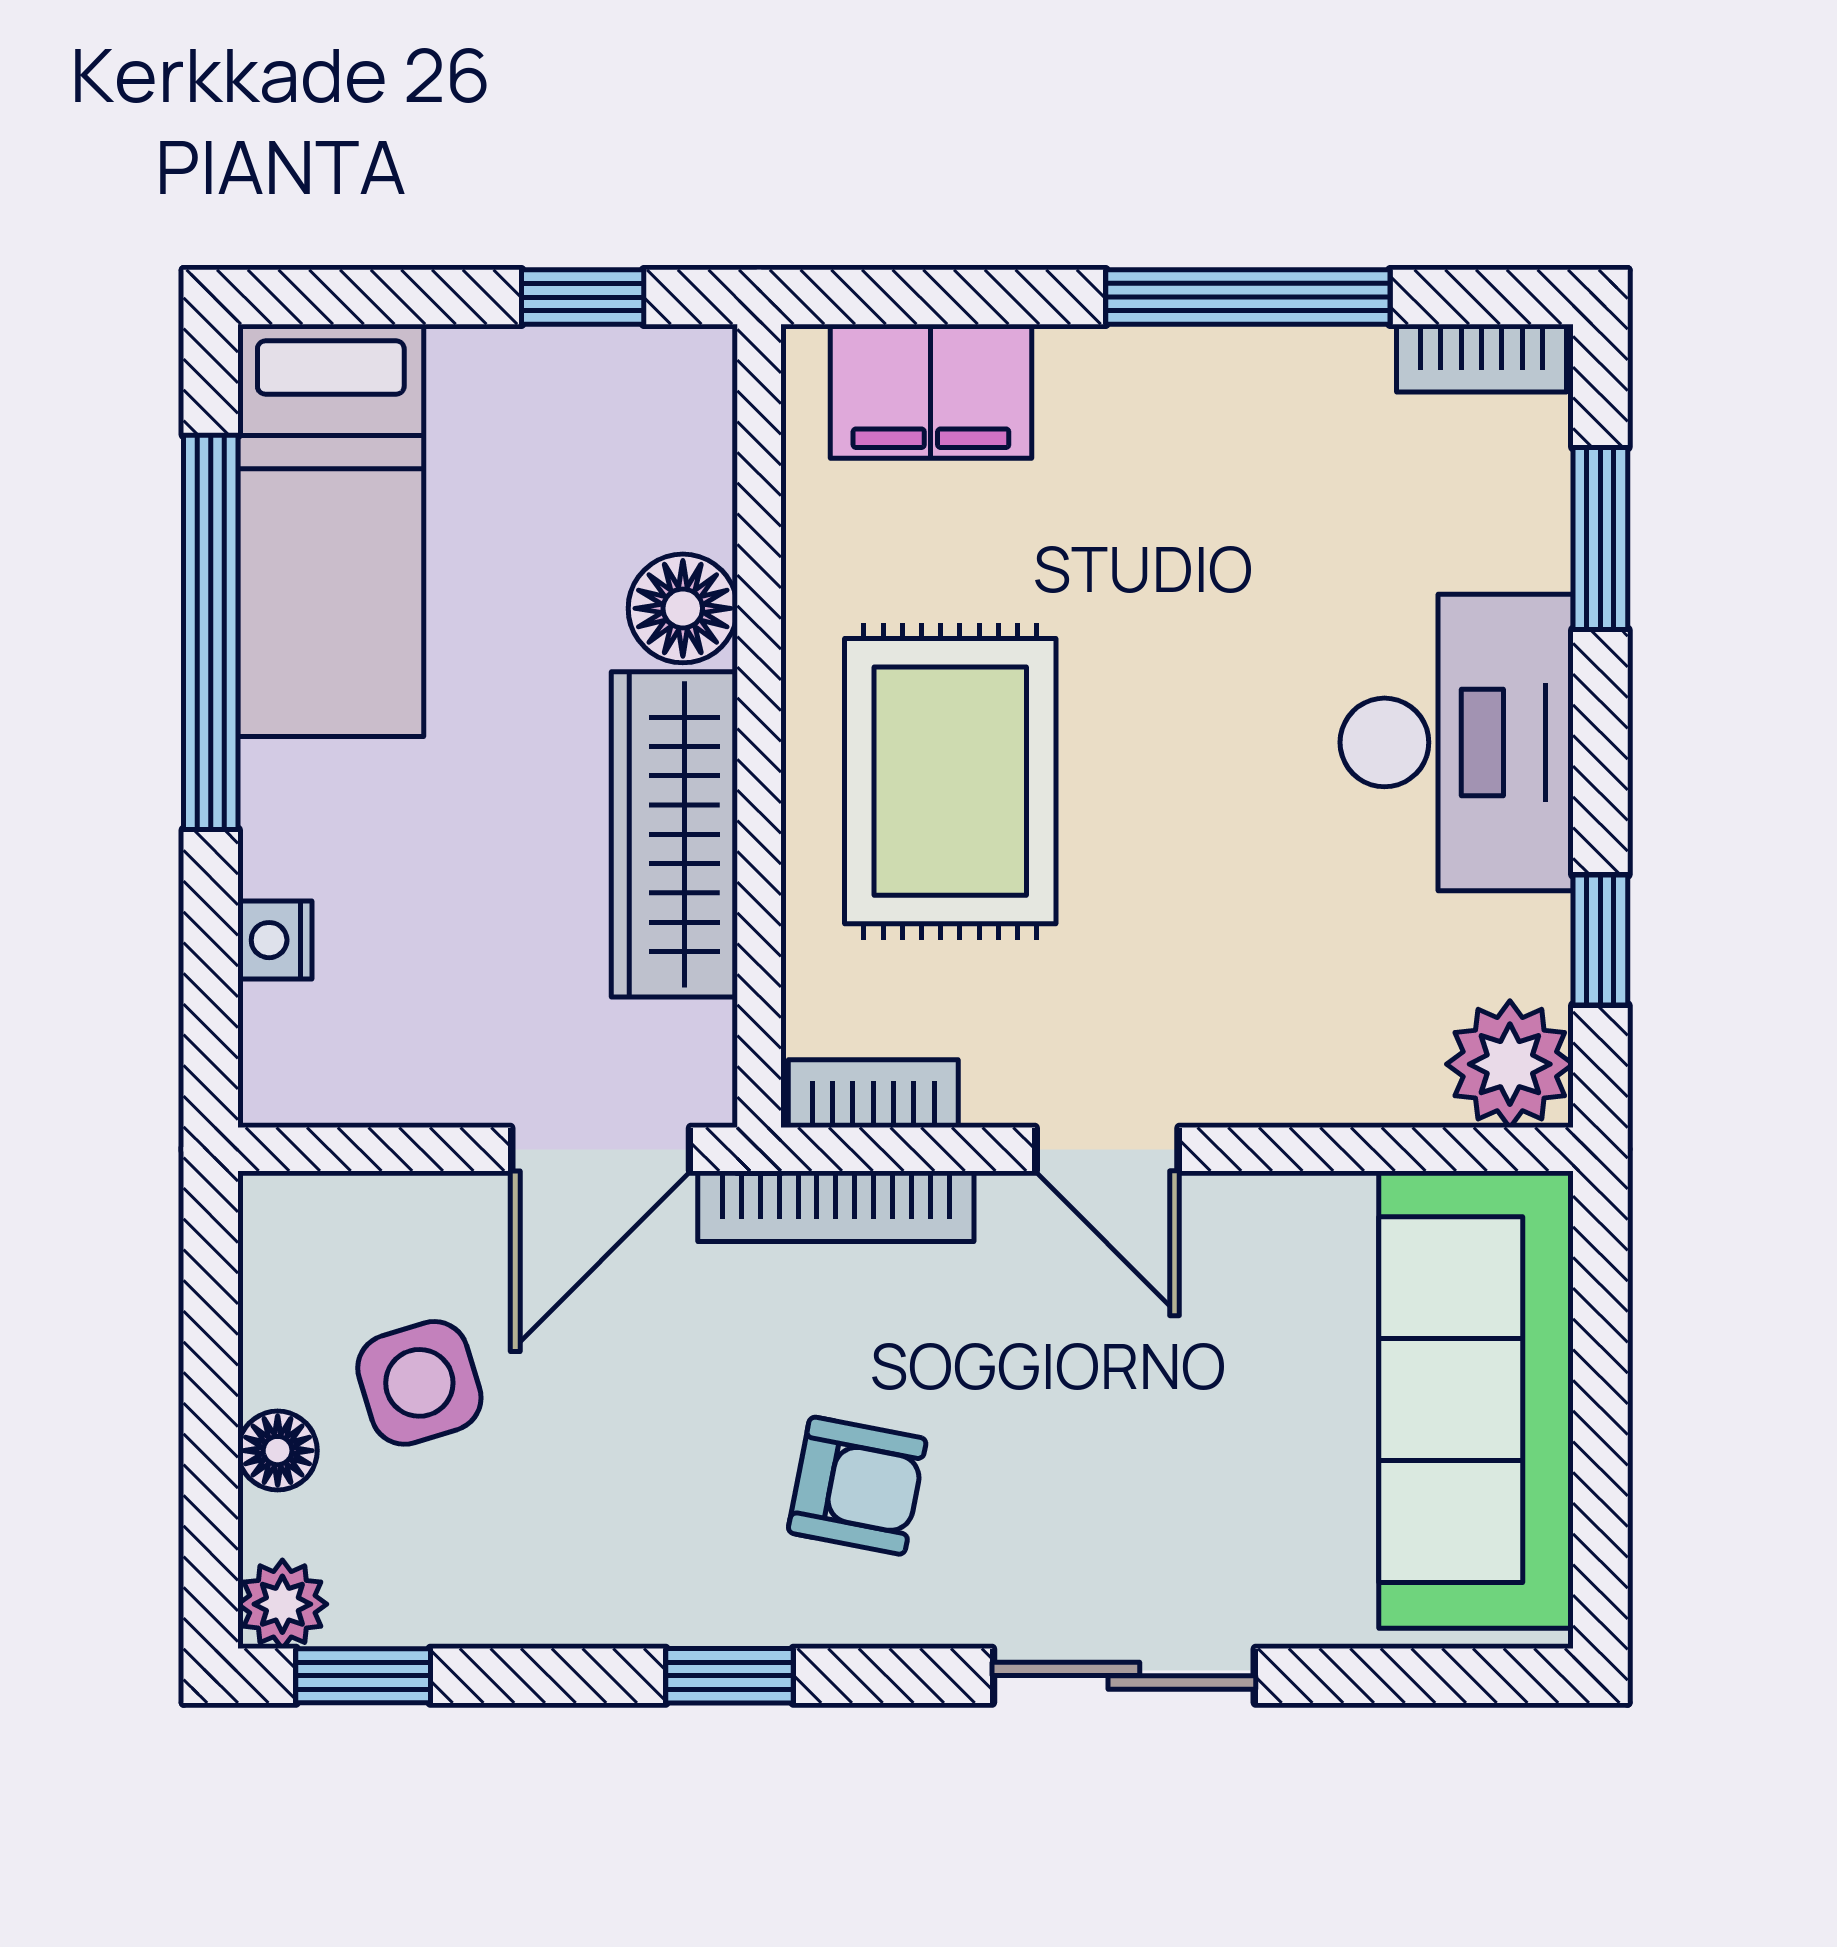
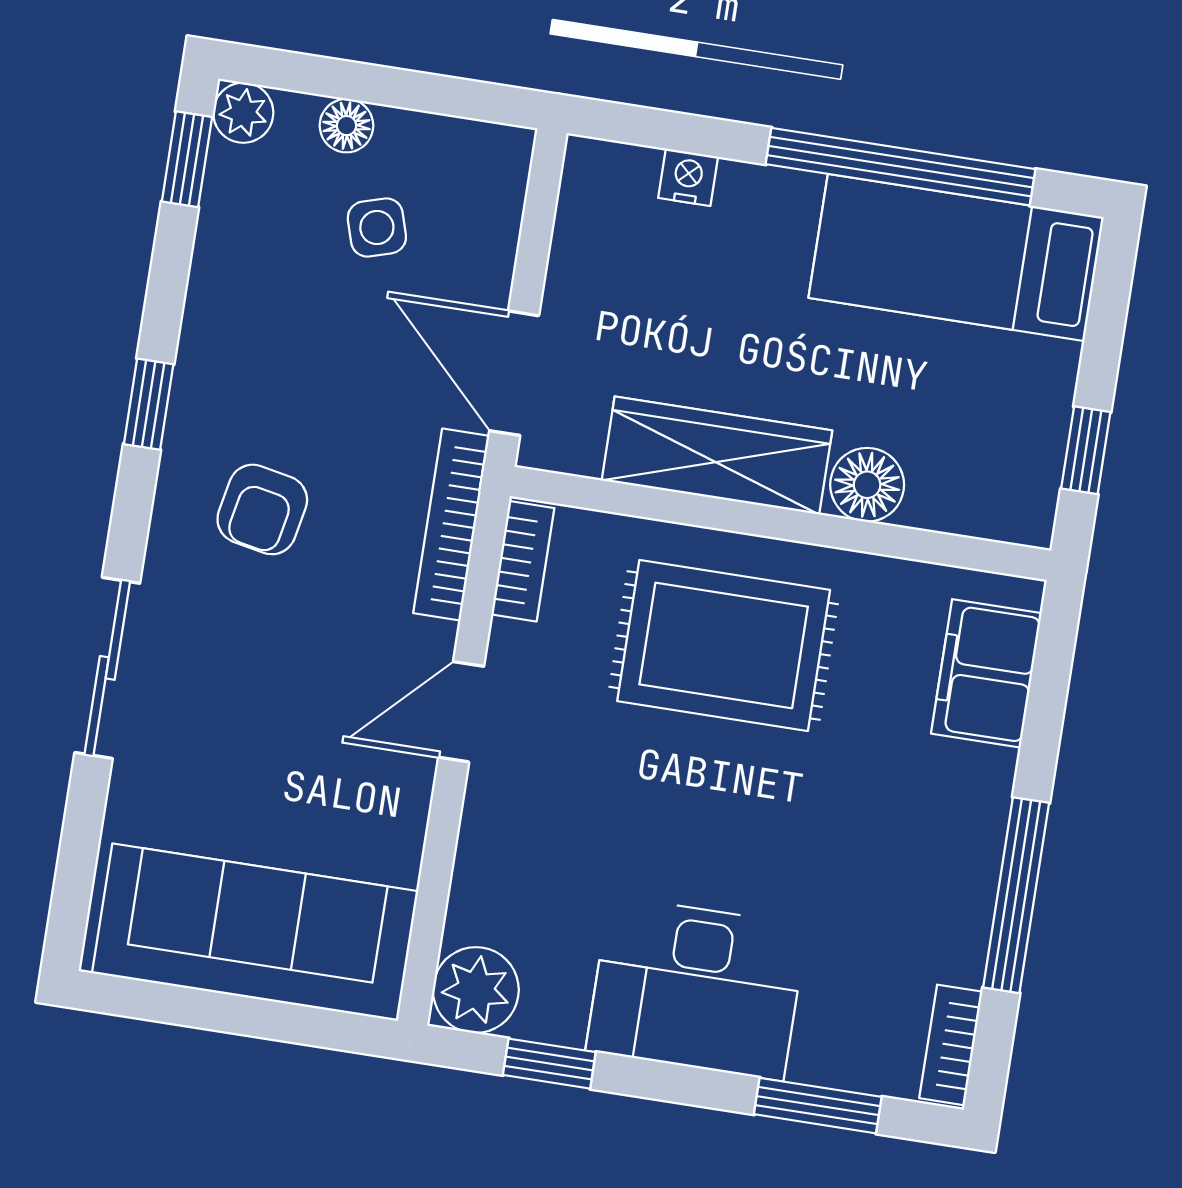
side table: (419, 1383) -> (377, 227), width x0.73, depth x0.73

